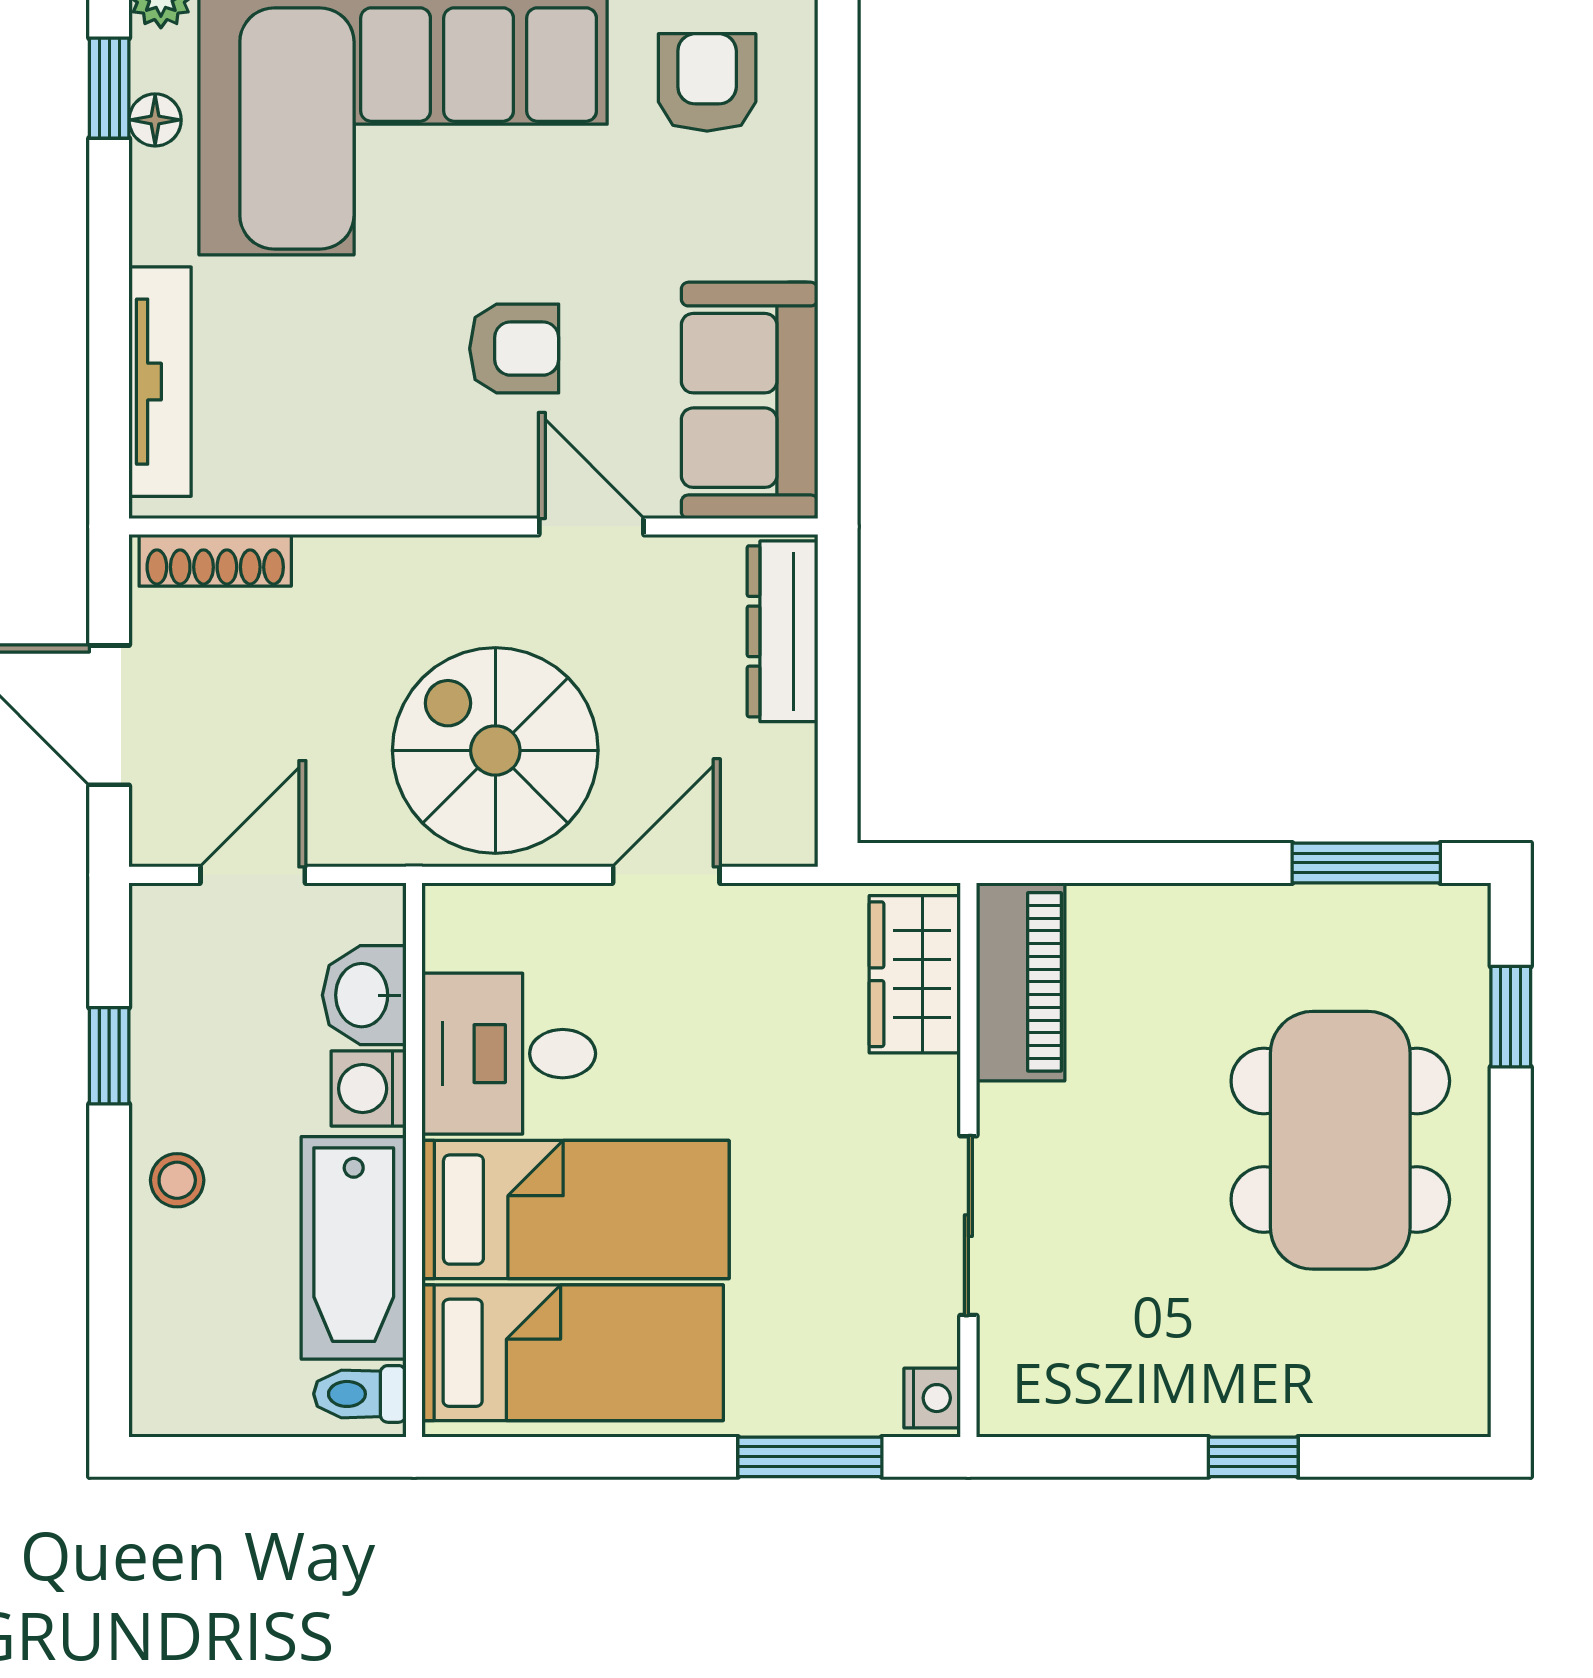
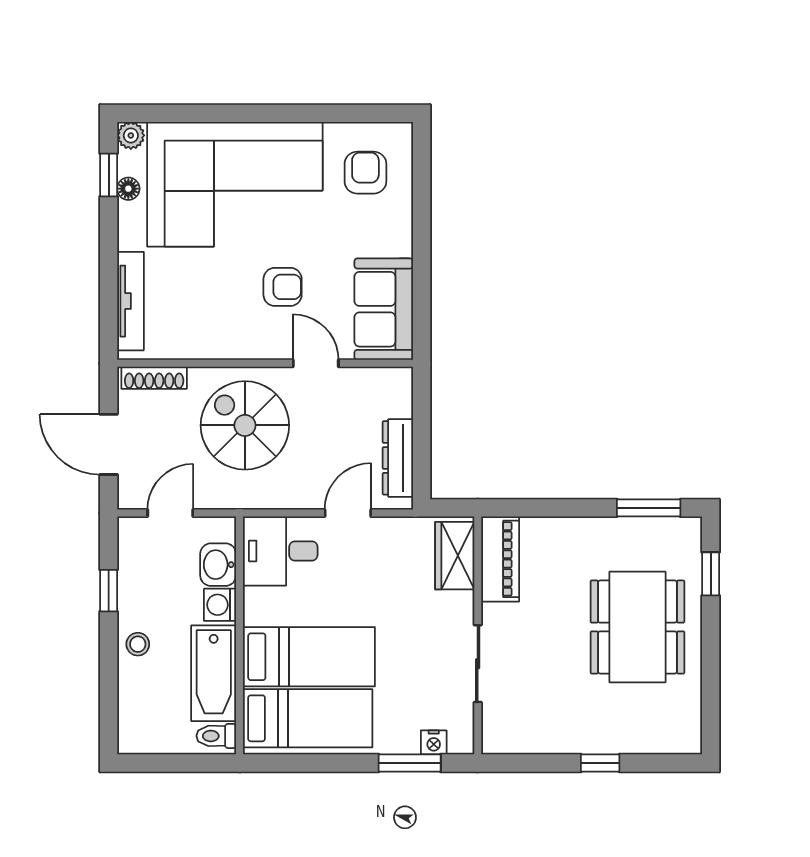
dresser: (783, 631) -> (398, 458), moved
spiral stairs: (495, 750) -> (245, 425), moved
desk: (509, 1054) -> (280, 551), moved
nightstand: (932, 1398) -> (434, 742), moved, turned 90

